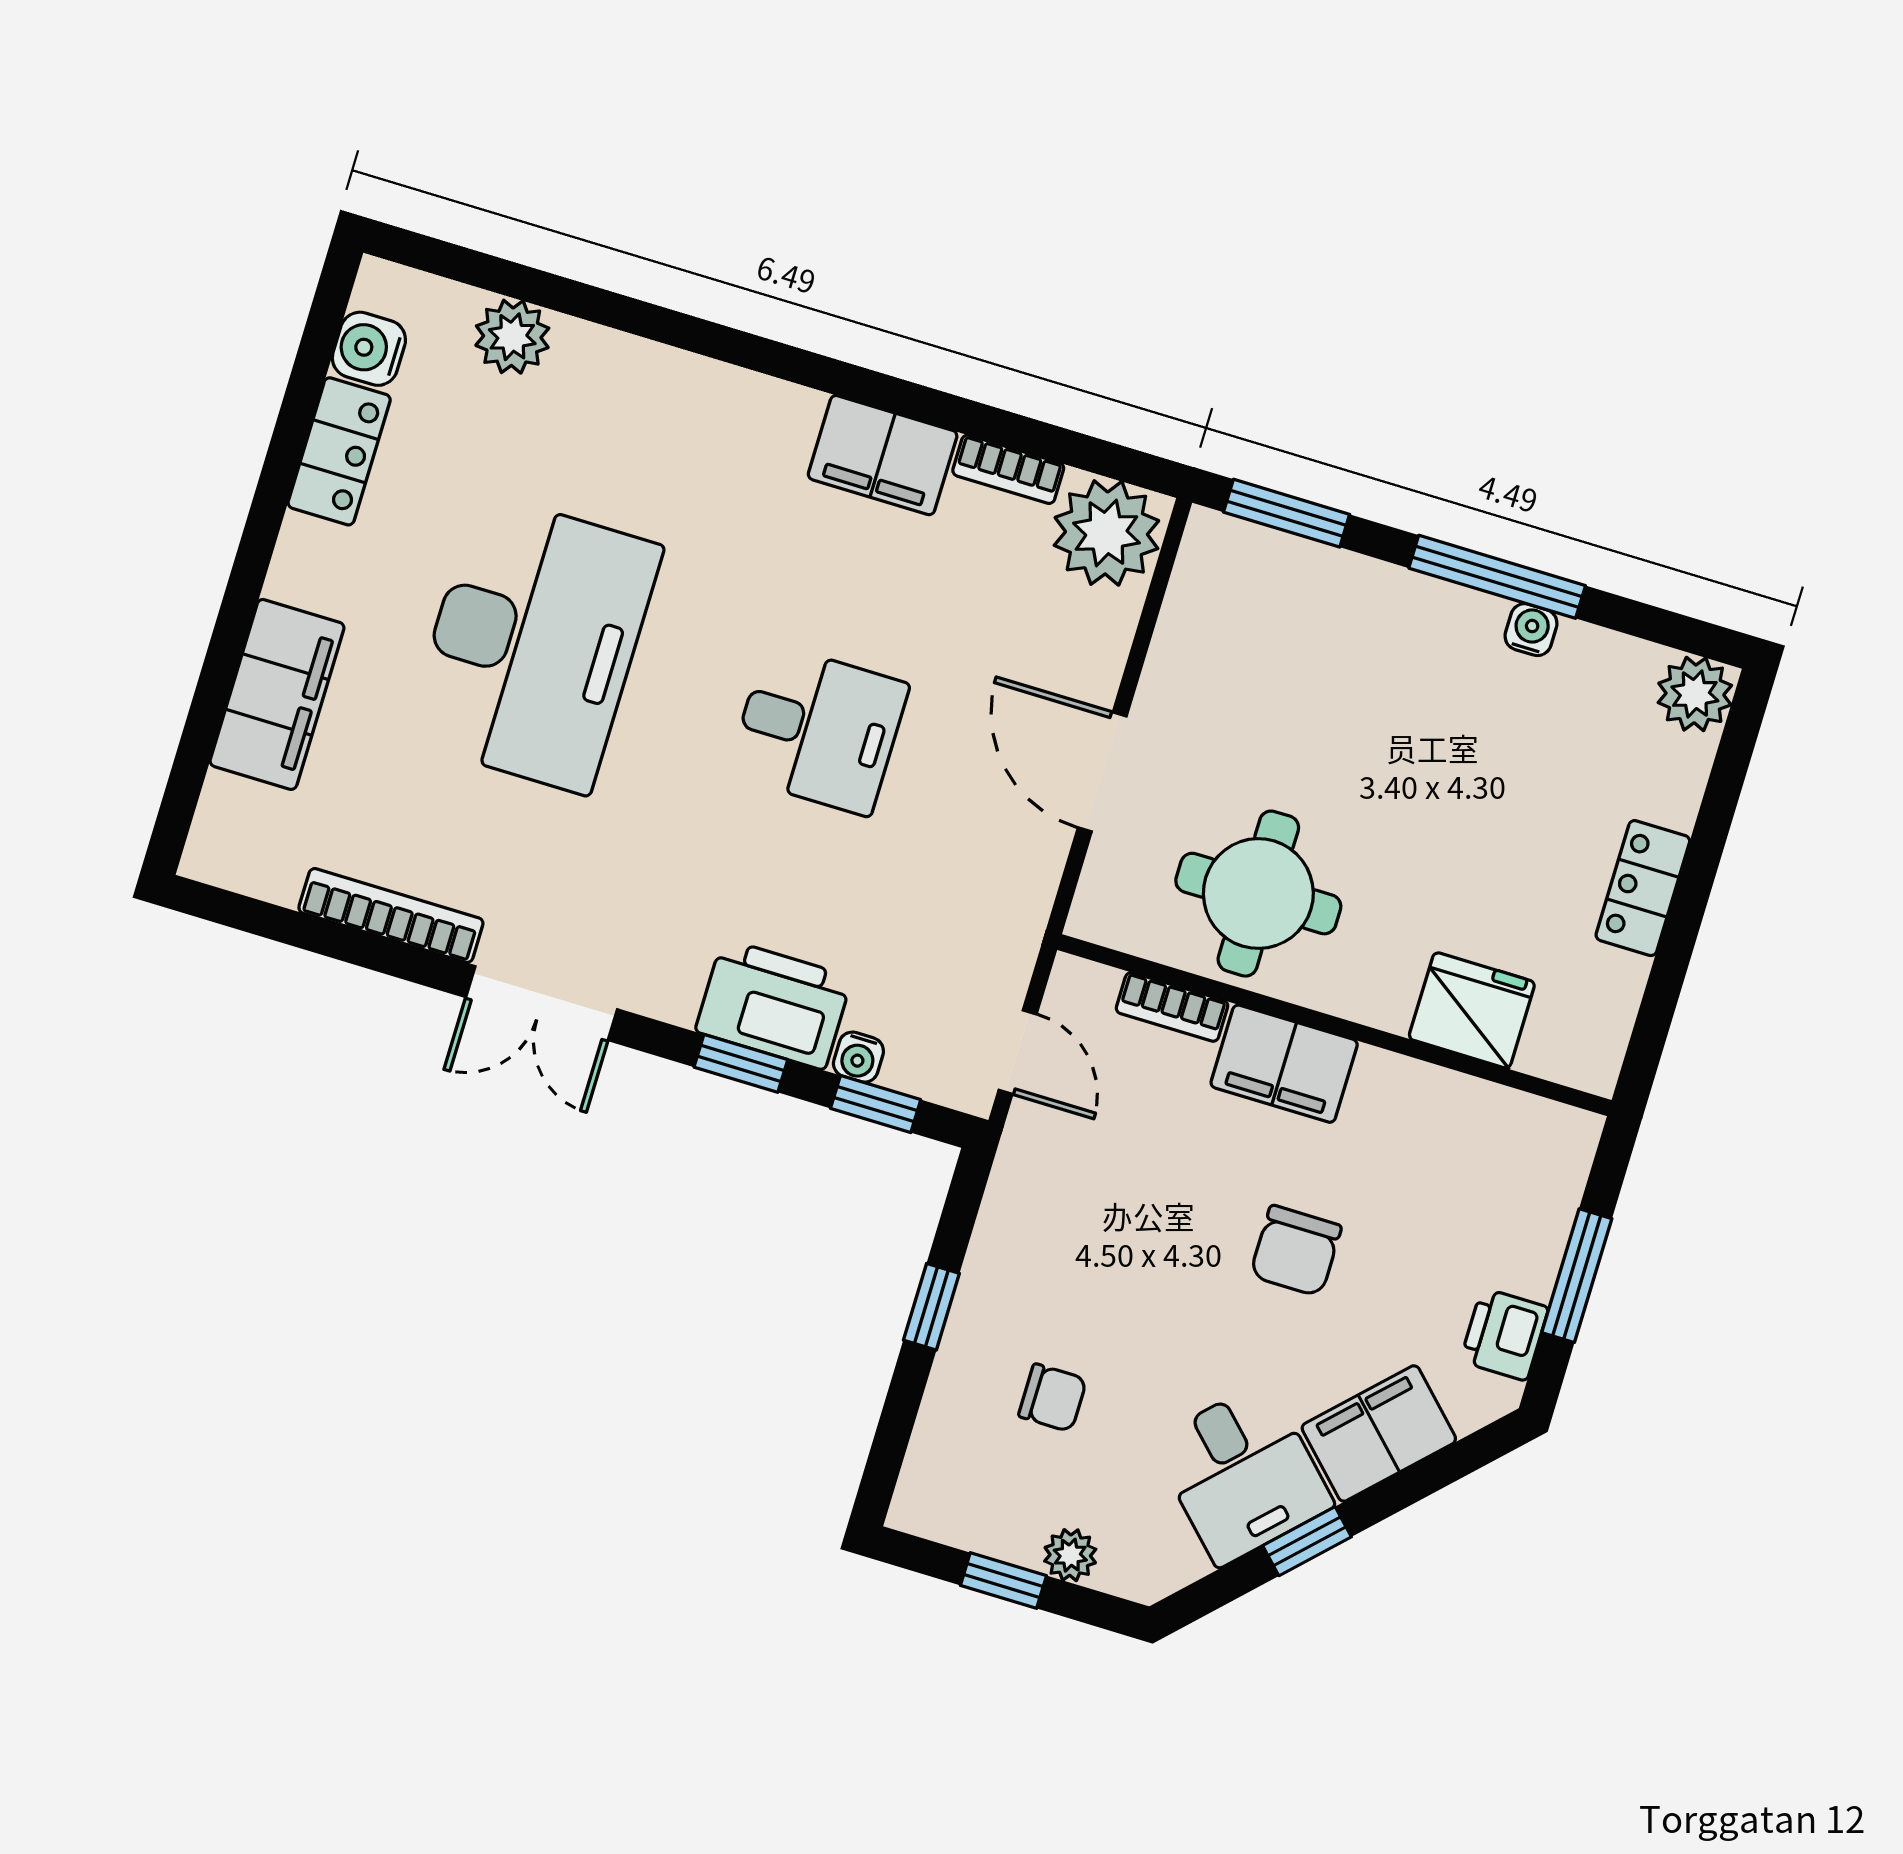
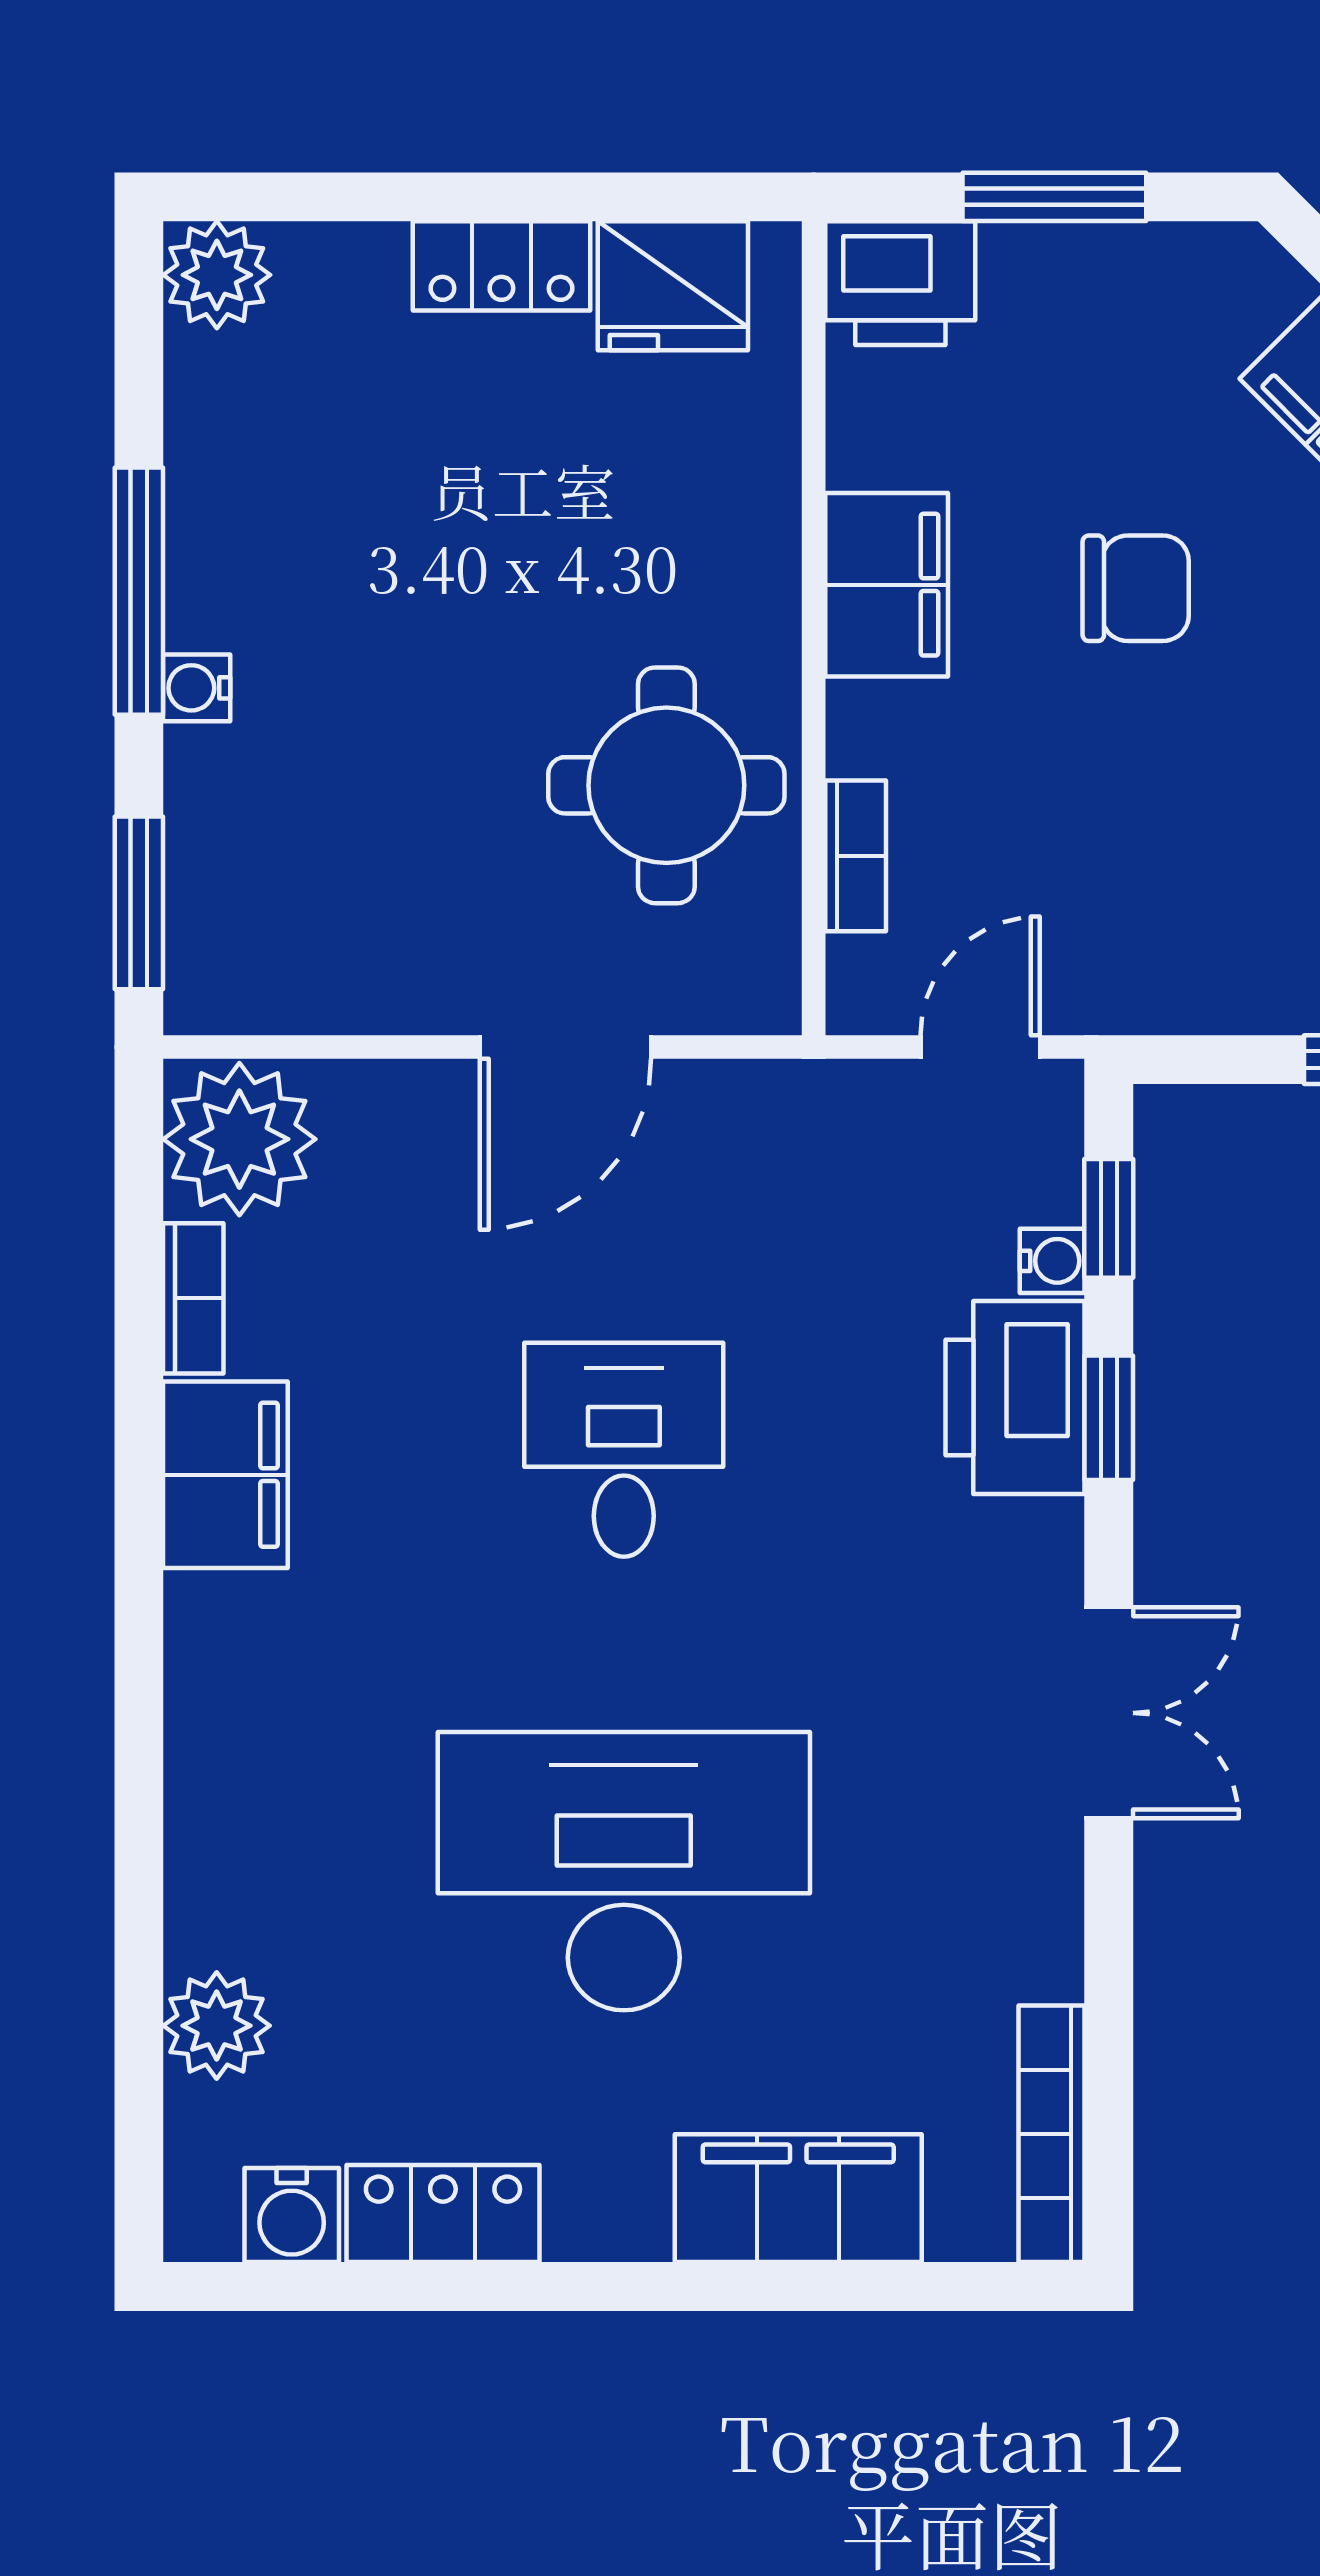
water cooler: (1531, 630) -> (197, 688), moved
bookcase: (391, 916) -> (1051, 2134), moved
fridge: (1472, 1010) -> (673, 286), moved, turned -90
filing cabinet: (1284, 1064) -> (887, 585), moved
printer: (1504, 1334) -> (900, 283), moved, width x1.36, depth x1.24

